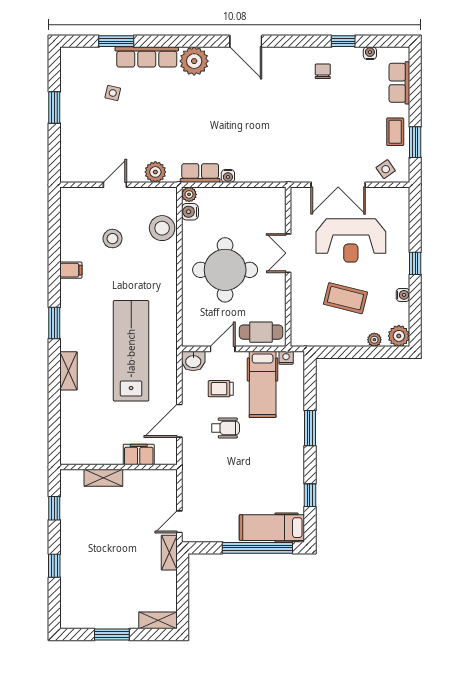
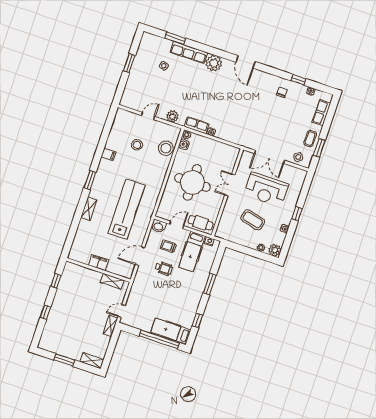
filing cabinet: (139, 454) -> (98, 263), moved
shelving: (103, 478) -> (112, 281), moved

